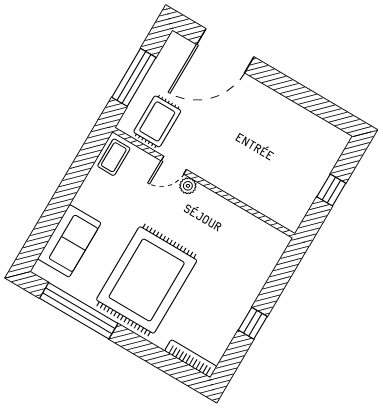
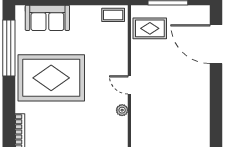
door: (174, 165) -> (129, 85), moved
plant: (188, 186) -> (122, 110), moved

